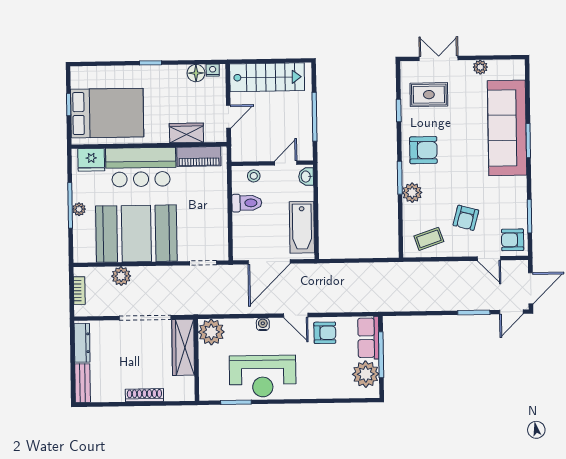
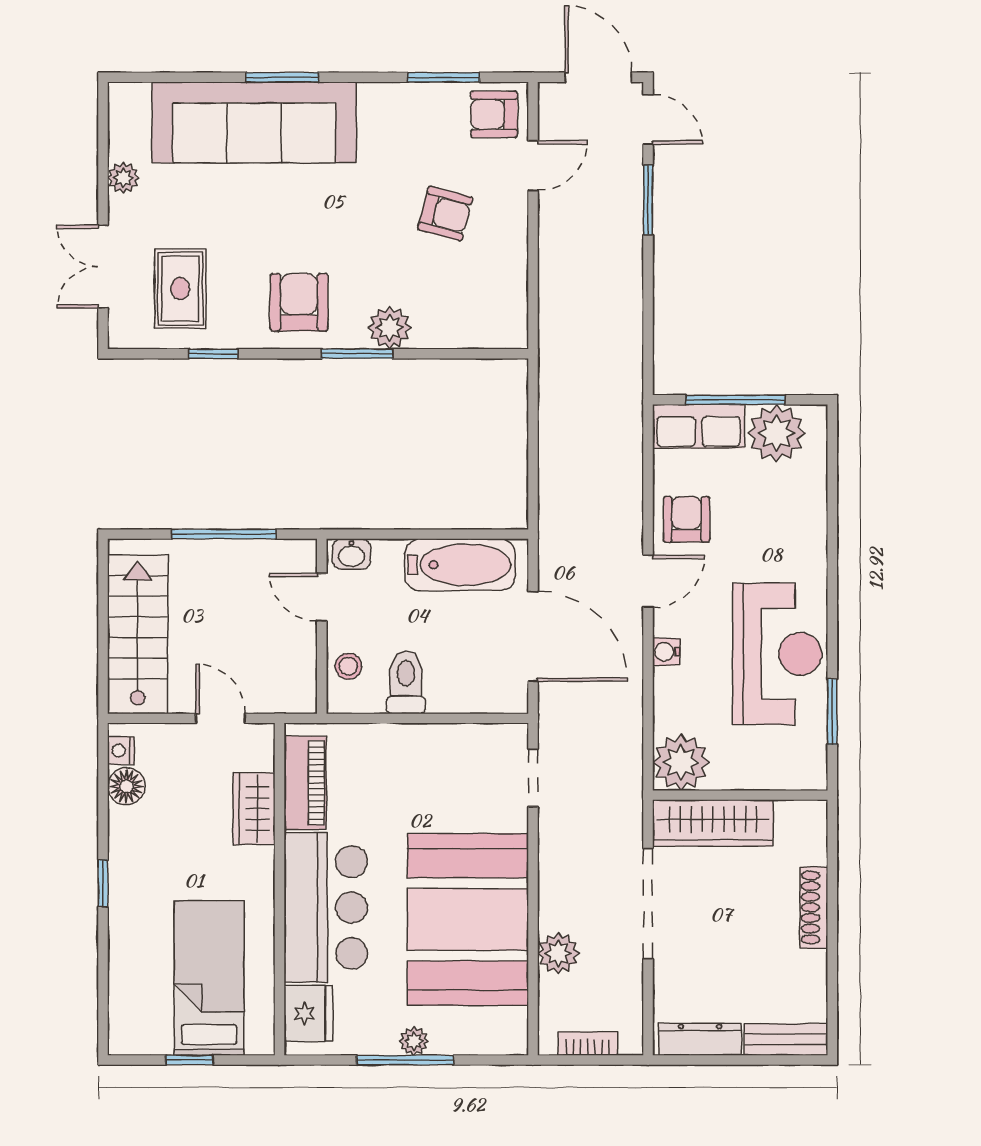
bed: (107, 113) -> (209, 978), width x0.67
coffee table: (429, 239) -> (489, 293), removed
armchair: (513, 240) -> (494, 114), turned 90

